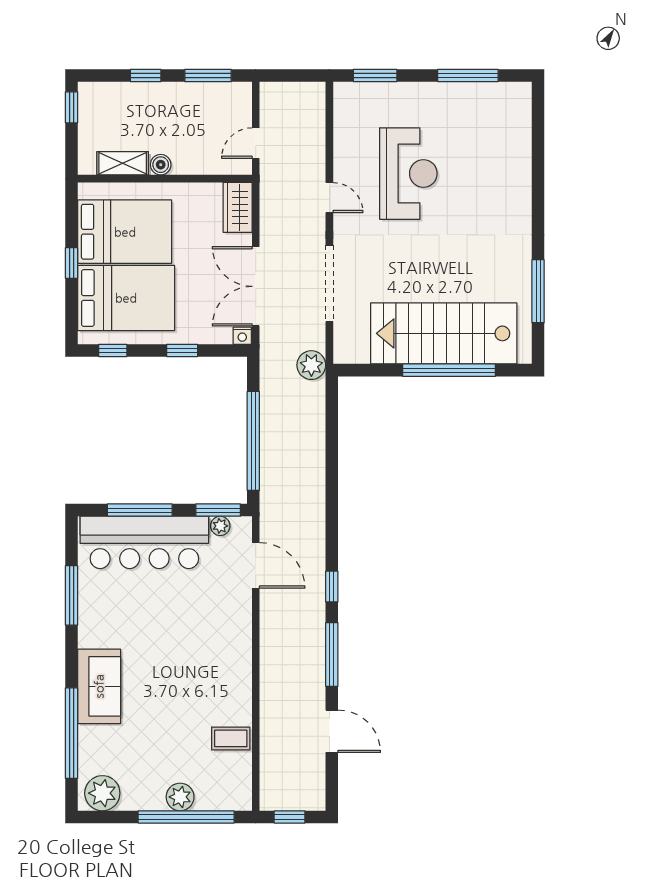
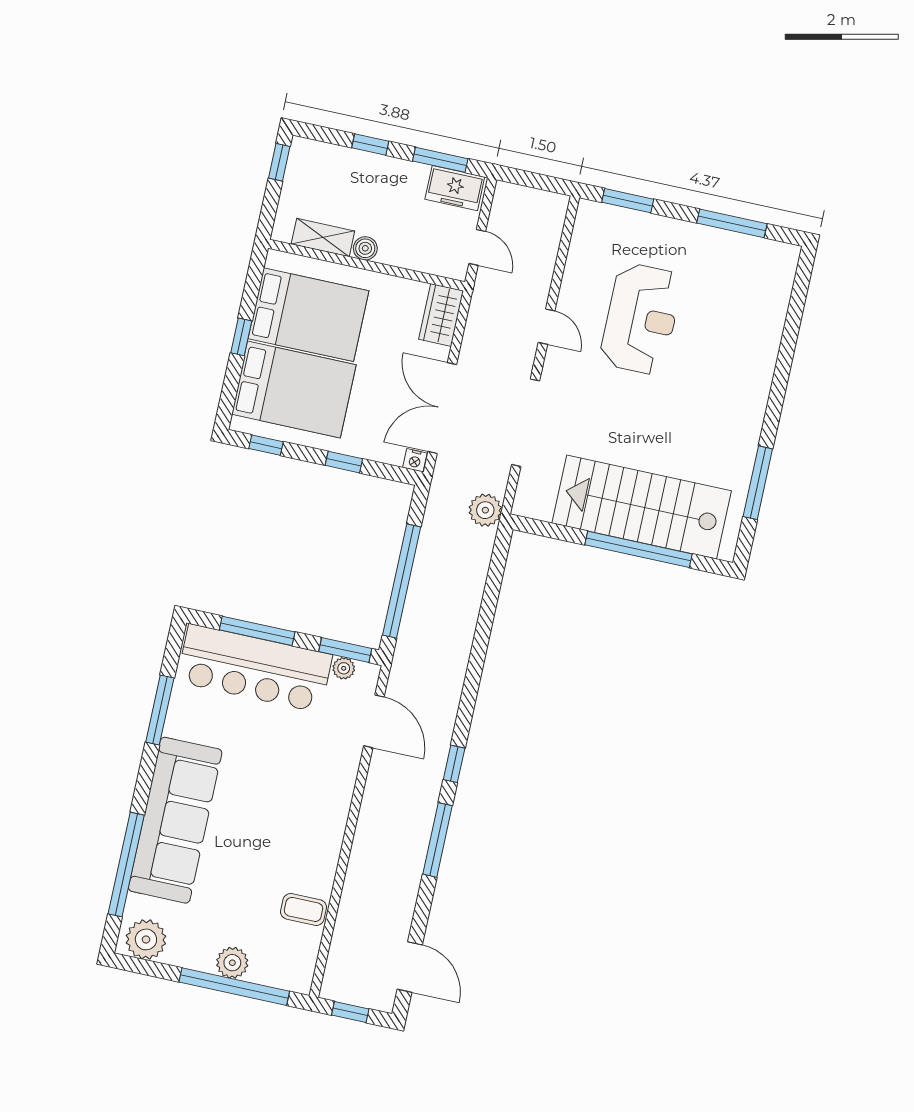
freezer: (226, 97) -> (455, 188), added
door: (256, 143) -> (477, 247), swing flipped
sofa: (99, 686) -> (175, 820), width x1.85, depth x1.27
door: (332, 731) -> (410, 967), moved

